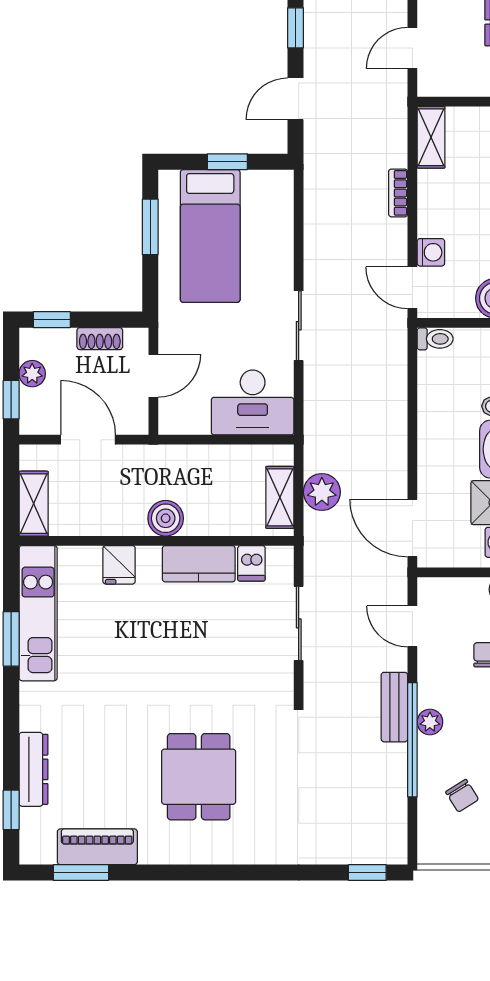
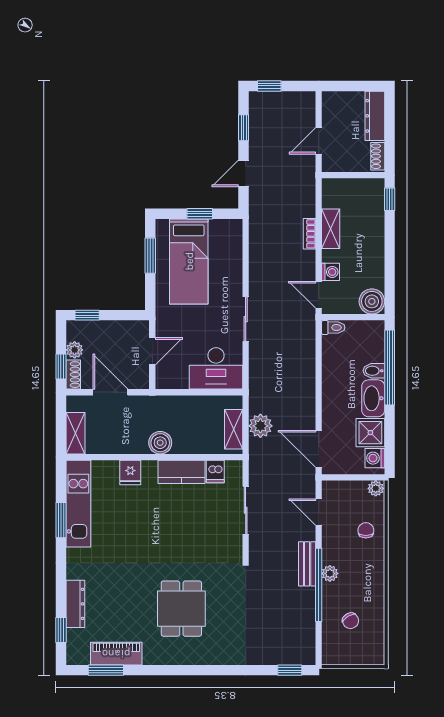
shelving: (431, 137) -> (331, 229), moved
shoe rack: (100, 339) -> (73, 375), moved, turned -90

